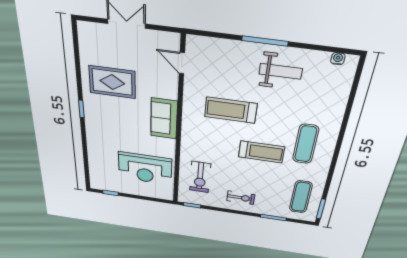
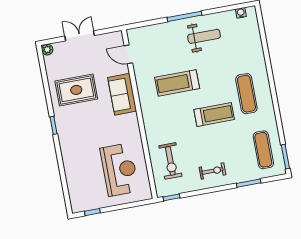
plant: (84, 28) -> (47, 50), added
sofa: (164, 119) -> (122, 94), moved
reception desk: (145, 168) -> (119, 170), turned -90

